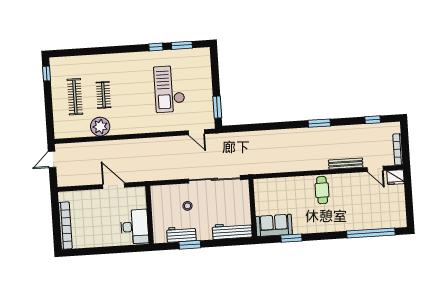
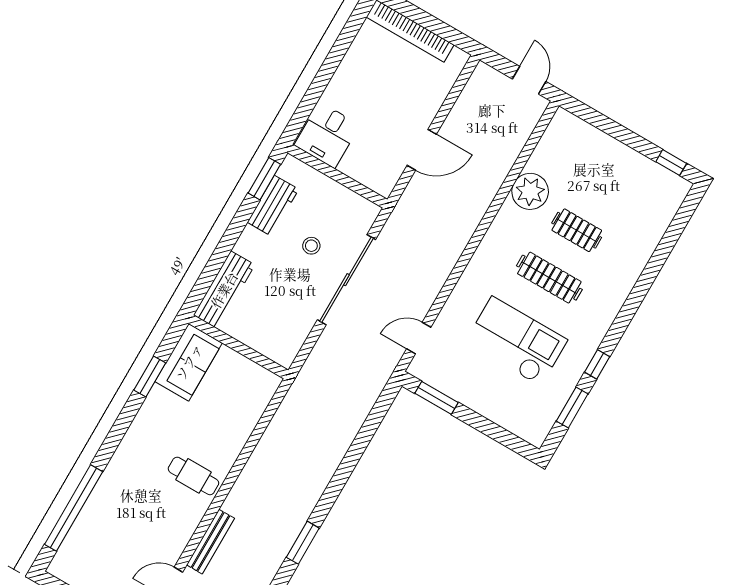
clothes rail: (75, 97) -> (549, 278), moved
sliding door: (214, 179) -> (346, 280), moved
desk: (135, 227) -> (327, 135), width x0.73
window: (190, 245) -> (264, 179), moved

